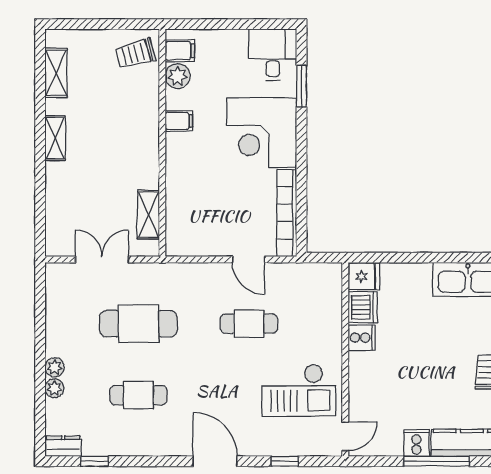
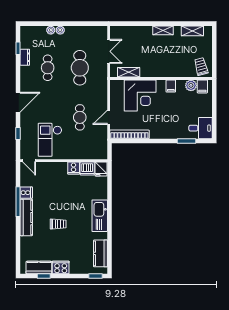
corner desk: (262, 133) -> (140, 95), moved, turned 180
dresser: (63, 446) -> (25, 57), moved

